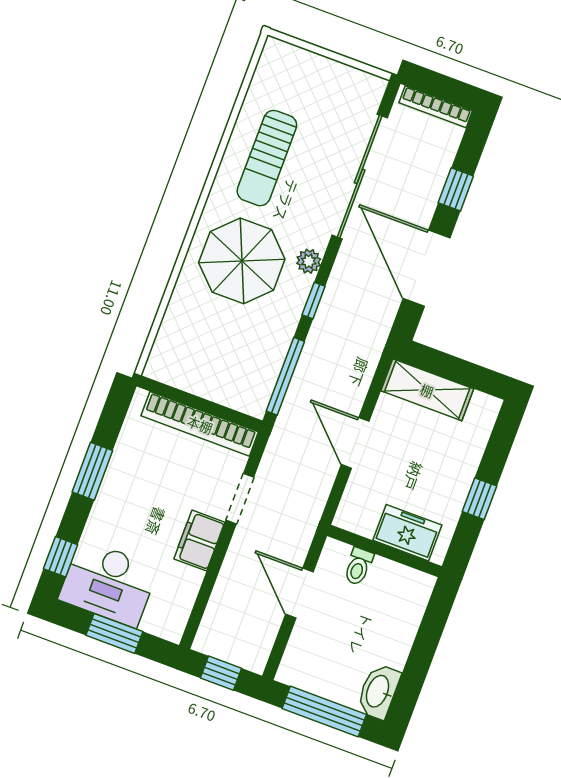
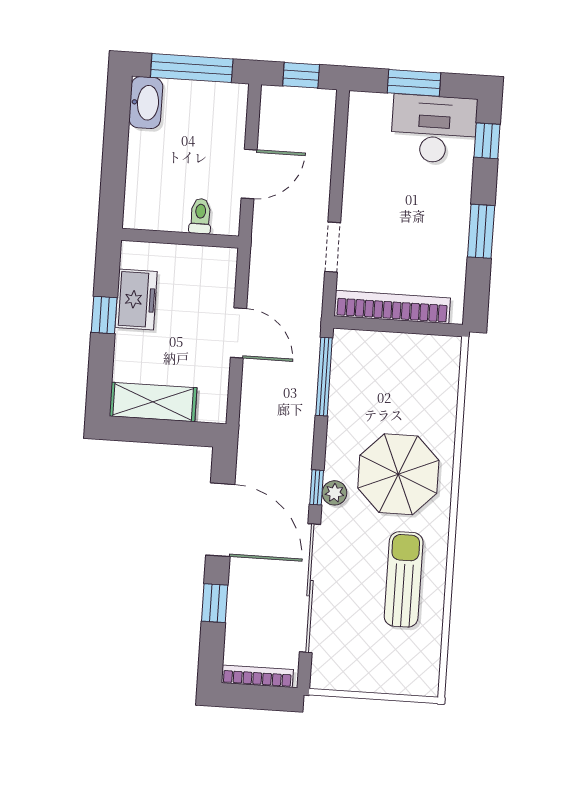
window: (314, 301) -> (317, 487), moved
shelving: (427, 390) -> (153, 402), moved
freezer: (407, 533) -> (136, 299), moved, turned -90
filing cabinet: (199, 541) -> (359, 196), removed
door: (299, 593) -> (249, 174), hinge flipped

